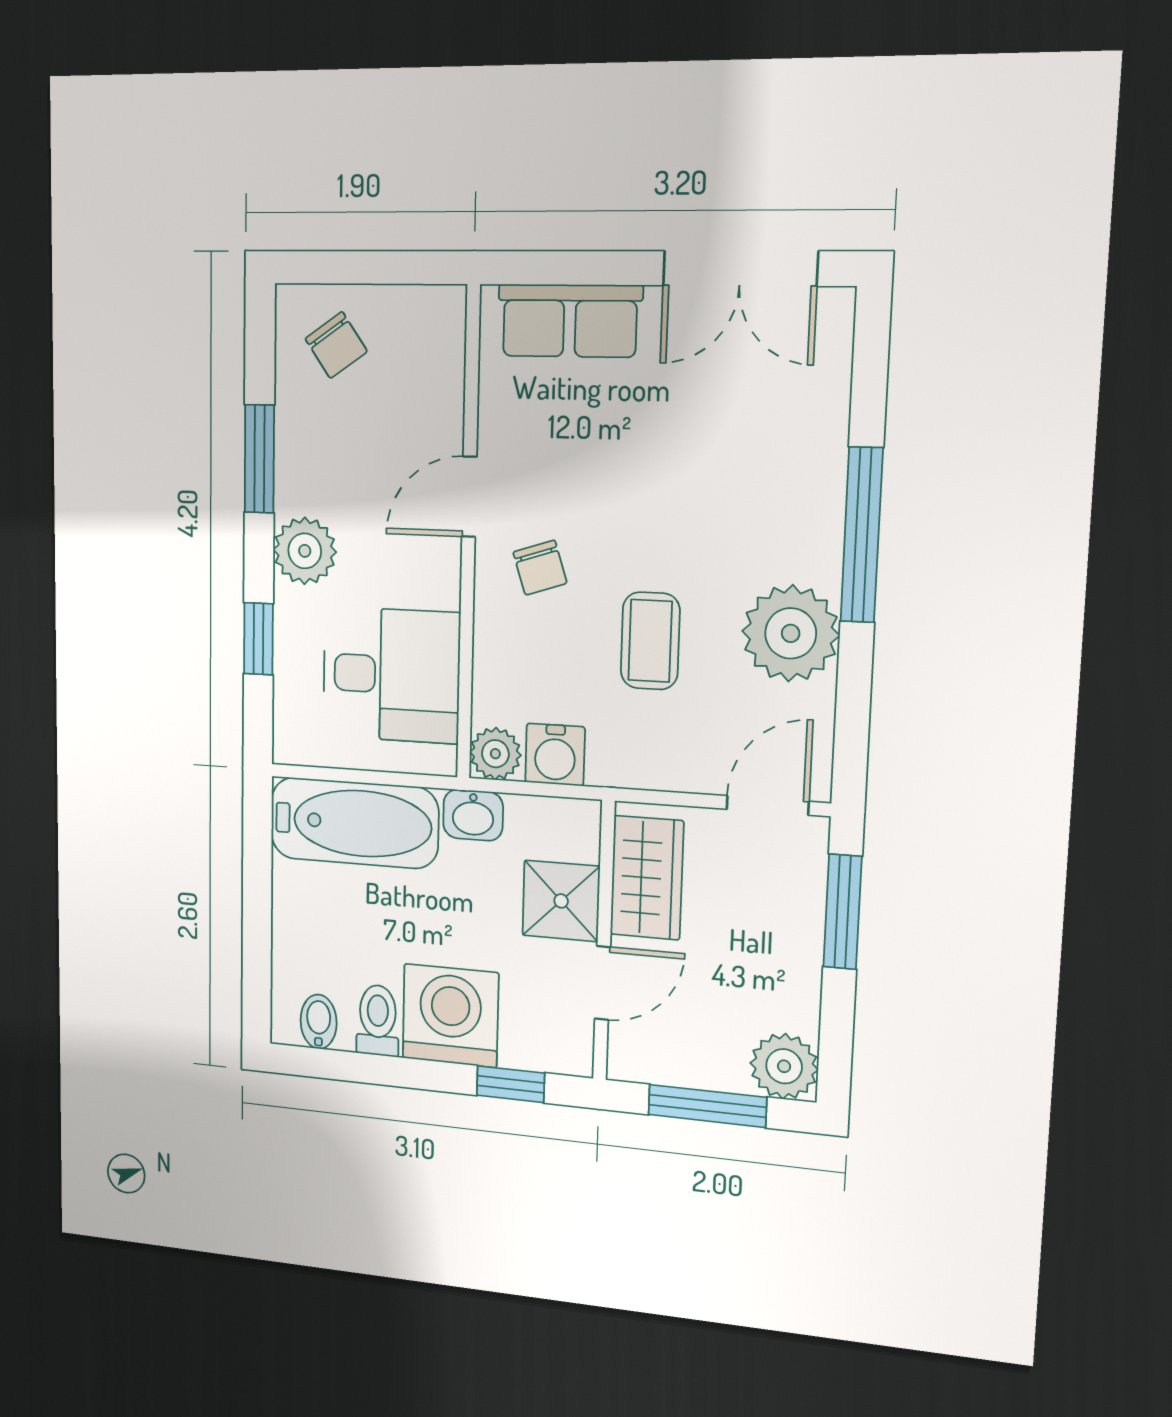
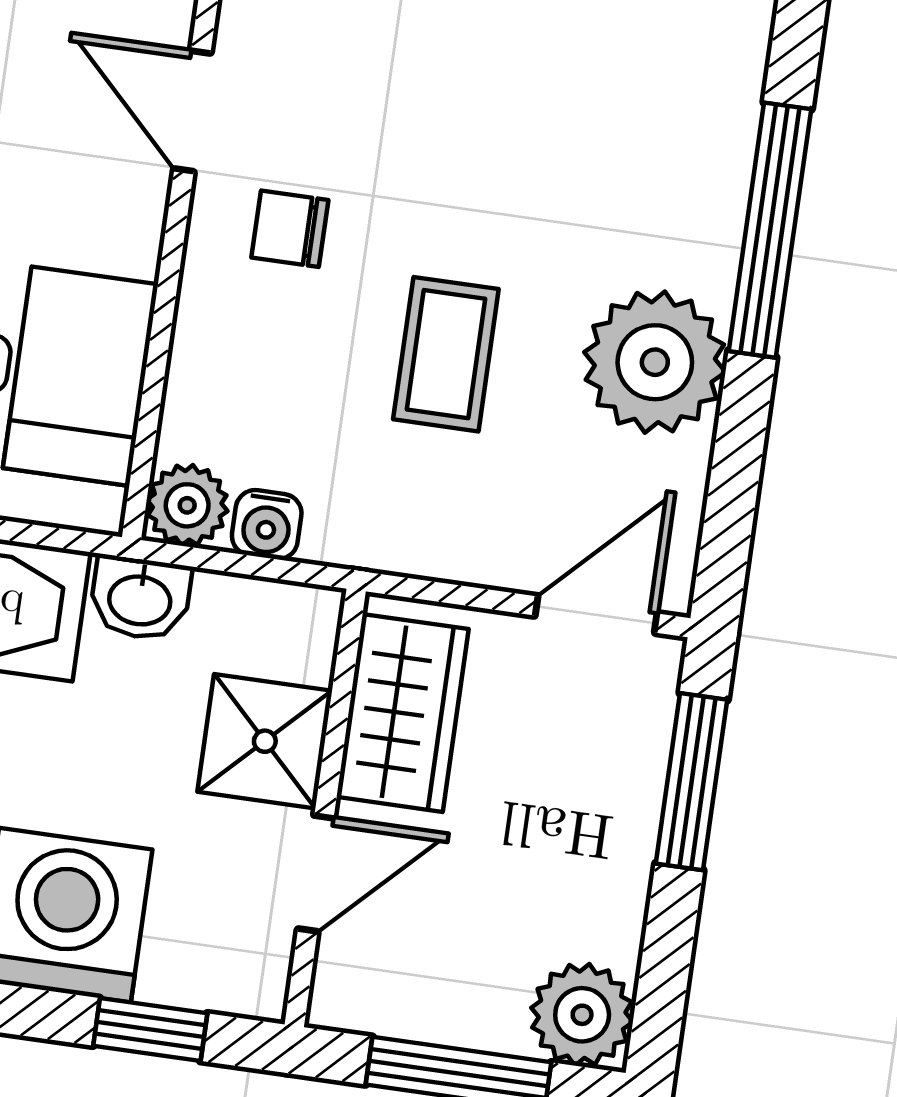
door: (469, 497) -> (192, 111), hinge flipped
chair: (540, 568) -> (290, 229), turned 108
water cooler: (555, 755) -> (267, 525), width x0.72, depth x0.72

